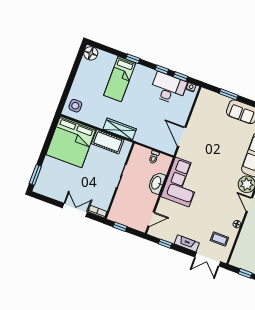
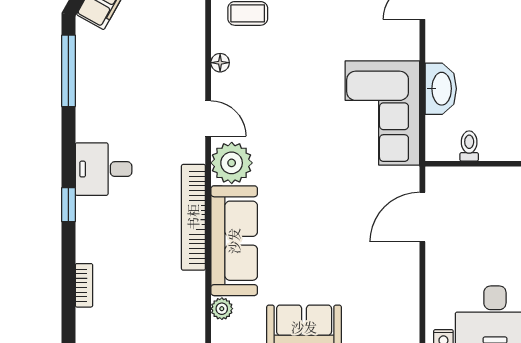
door: (182, 137) -> (422, 217), swing flipped

